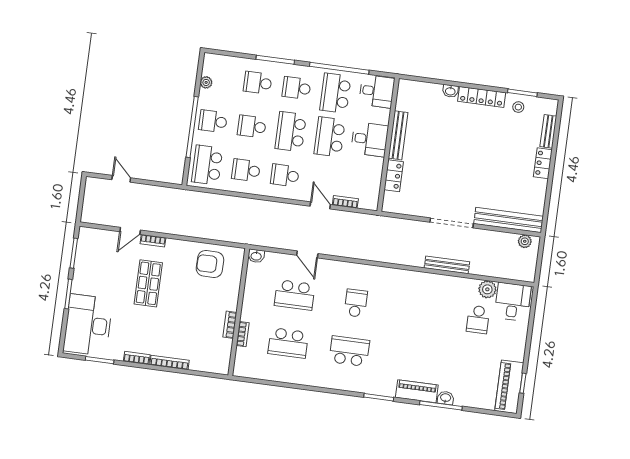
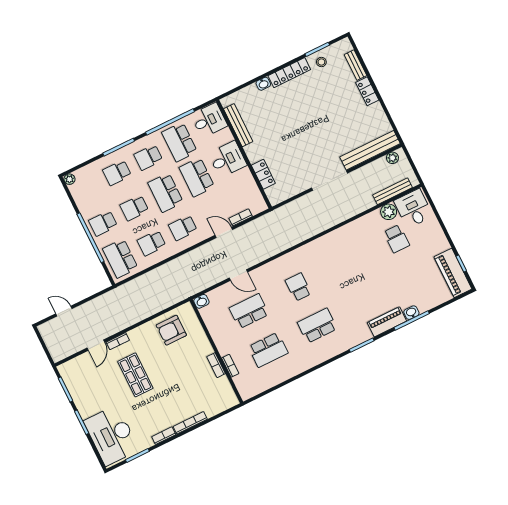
plant: (206, 82) -> (69, 179), moved
bench: (398, 135) -> (238, 125), moved
bench: (447, 265) -> (392, 191), moved
school desk: (295, 295) -> (249, 311), turned 180

